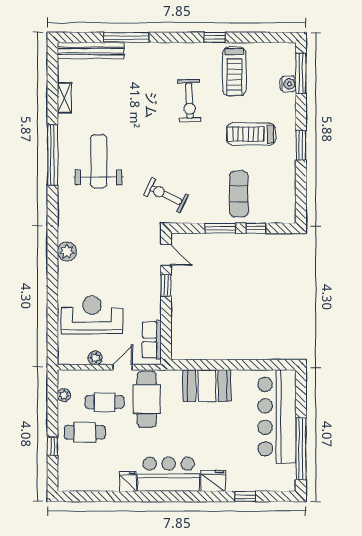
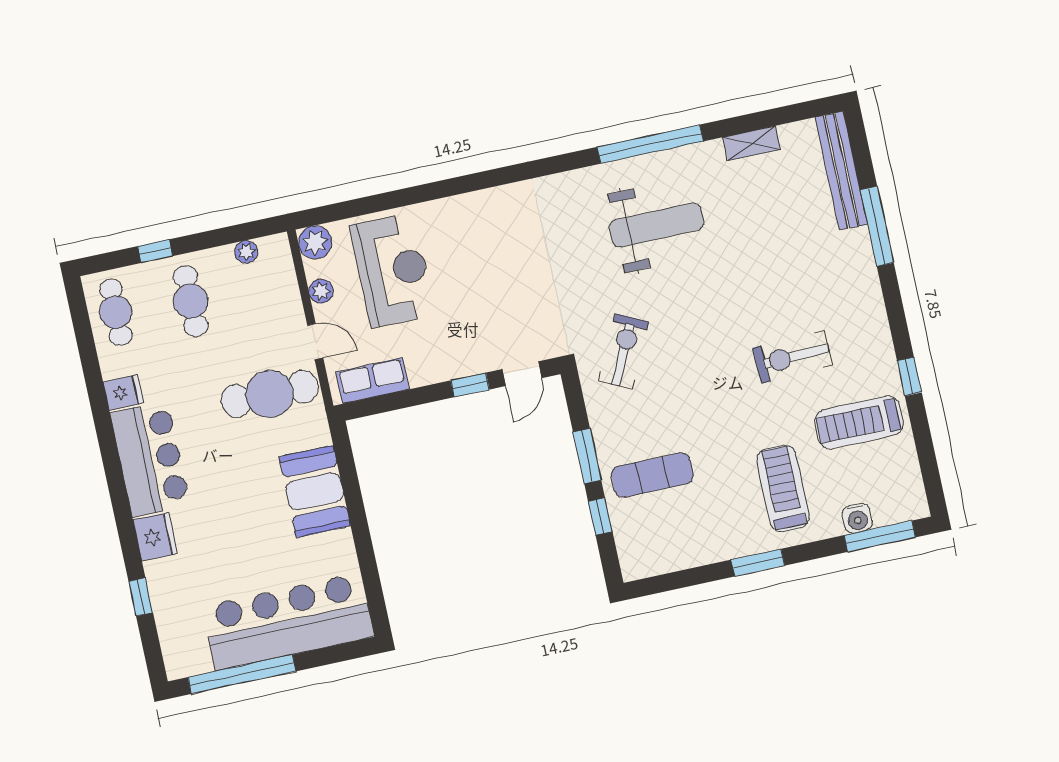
treadmill: (251, 134) -> (783, 488), moved
plant: (67, 251) -> (315, 242), moved
cafe table: (105, 402) -> (116, 312), moved

